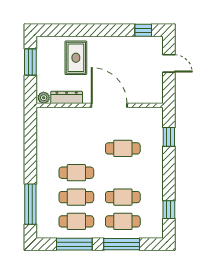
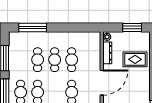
cafe table: (76, 221) -> (72, 60), moved

